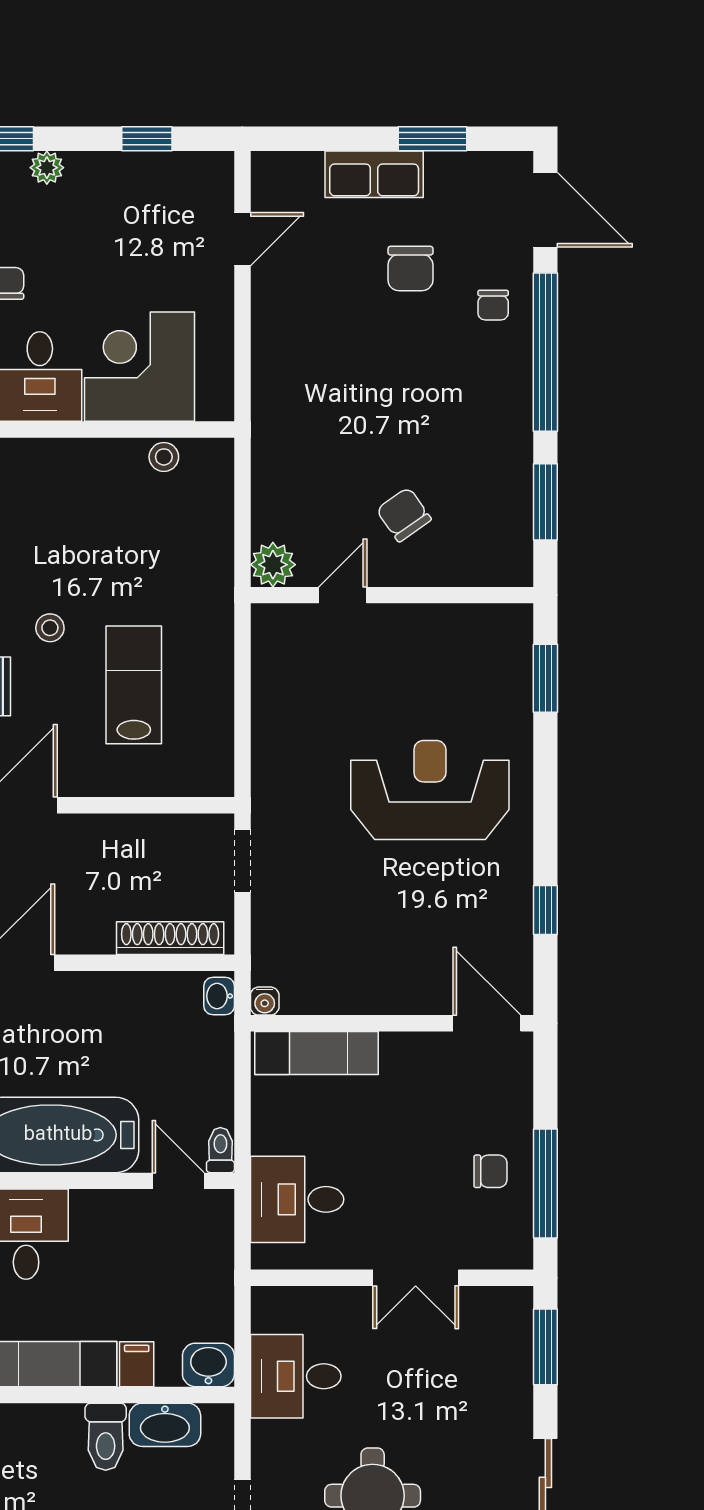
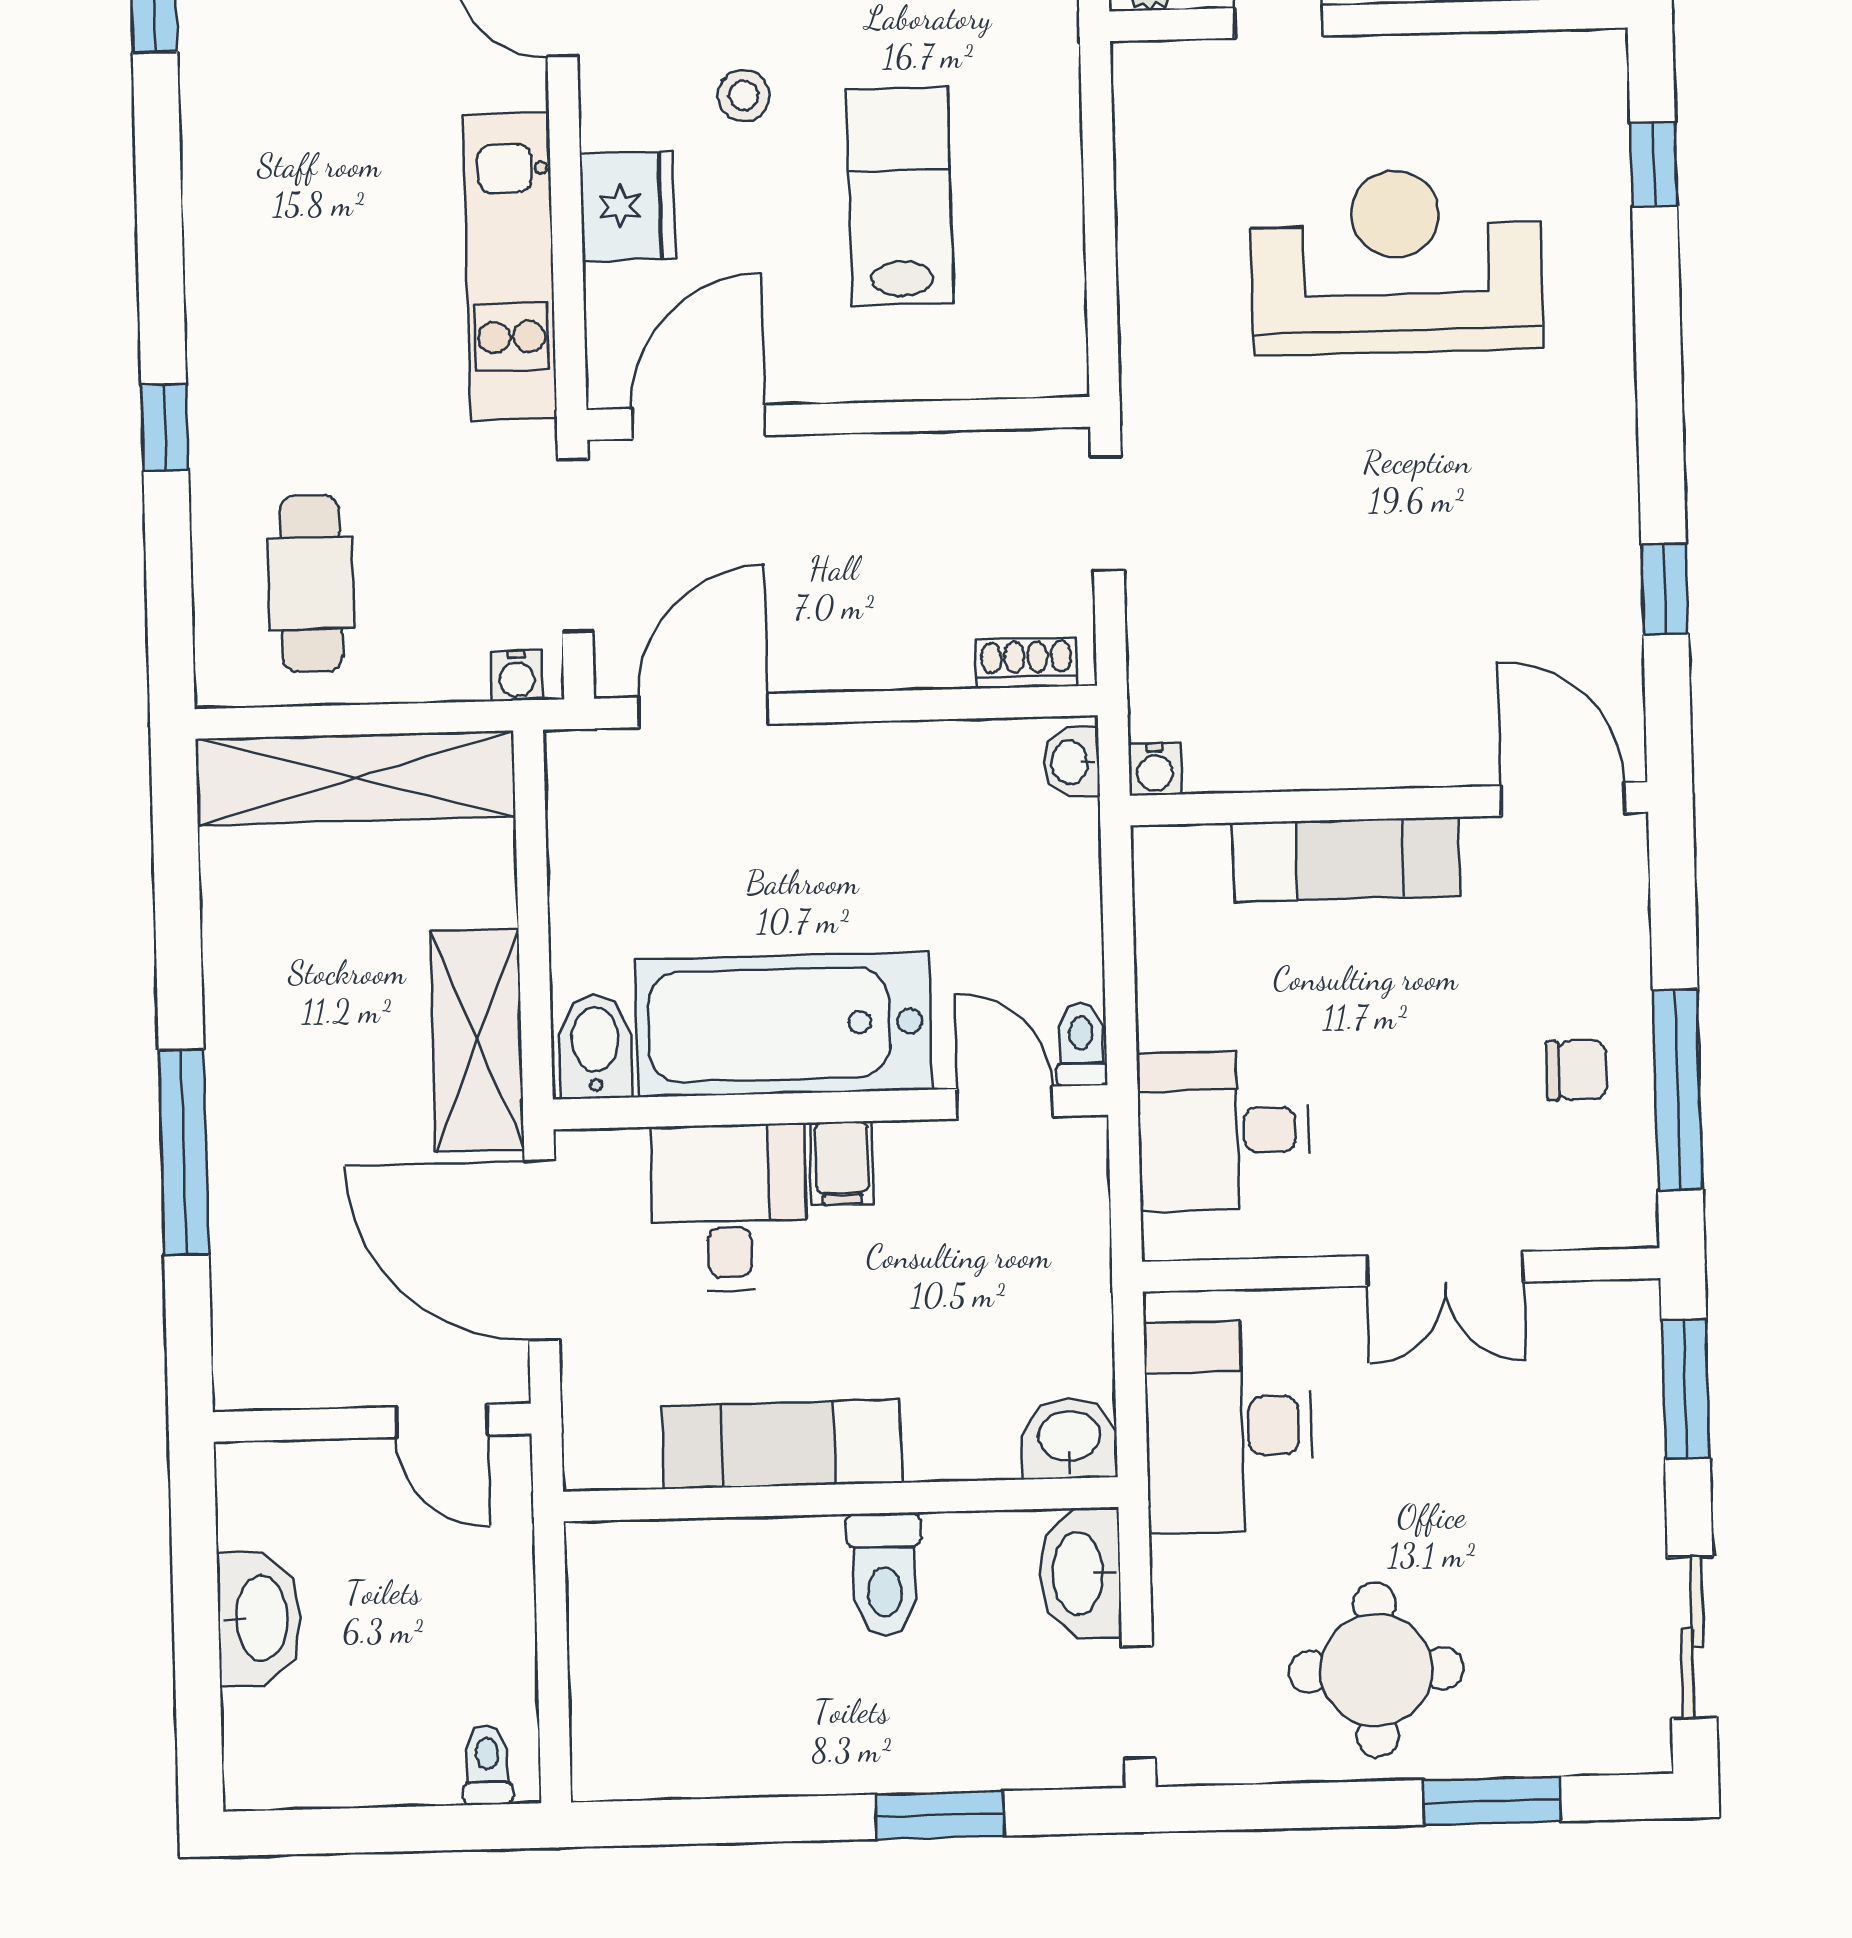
window: (545, 678) -> (1654, 164), width x0.67
reception desk: (430, 790) -> (1396, 261), moved
shoe rack: (170, 938) -> (1026, 663), width x0.51, depth x0.81
exam couch: (316, 1053) -> (1346, 859), moved
filing cabinet: (137, 1364) -> (842, 1163), moved, turned 180
desk: (296, 1376) -> (1229, 1426), width x1.37
washbasin: (165, 1425) -> (1080, 1573), moved, turned 90

